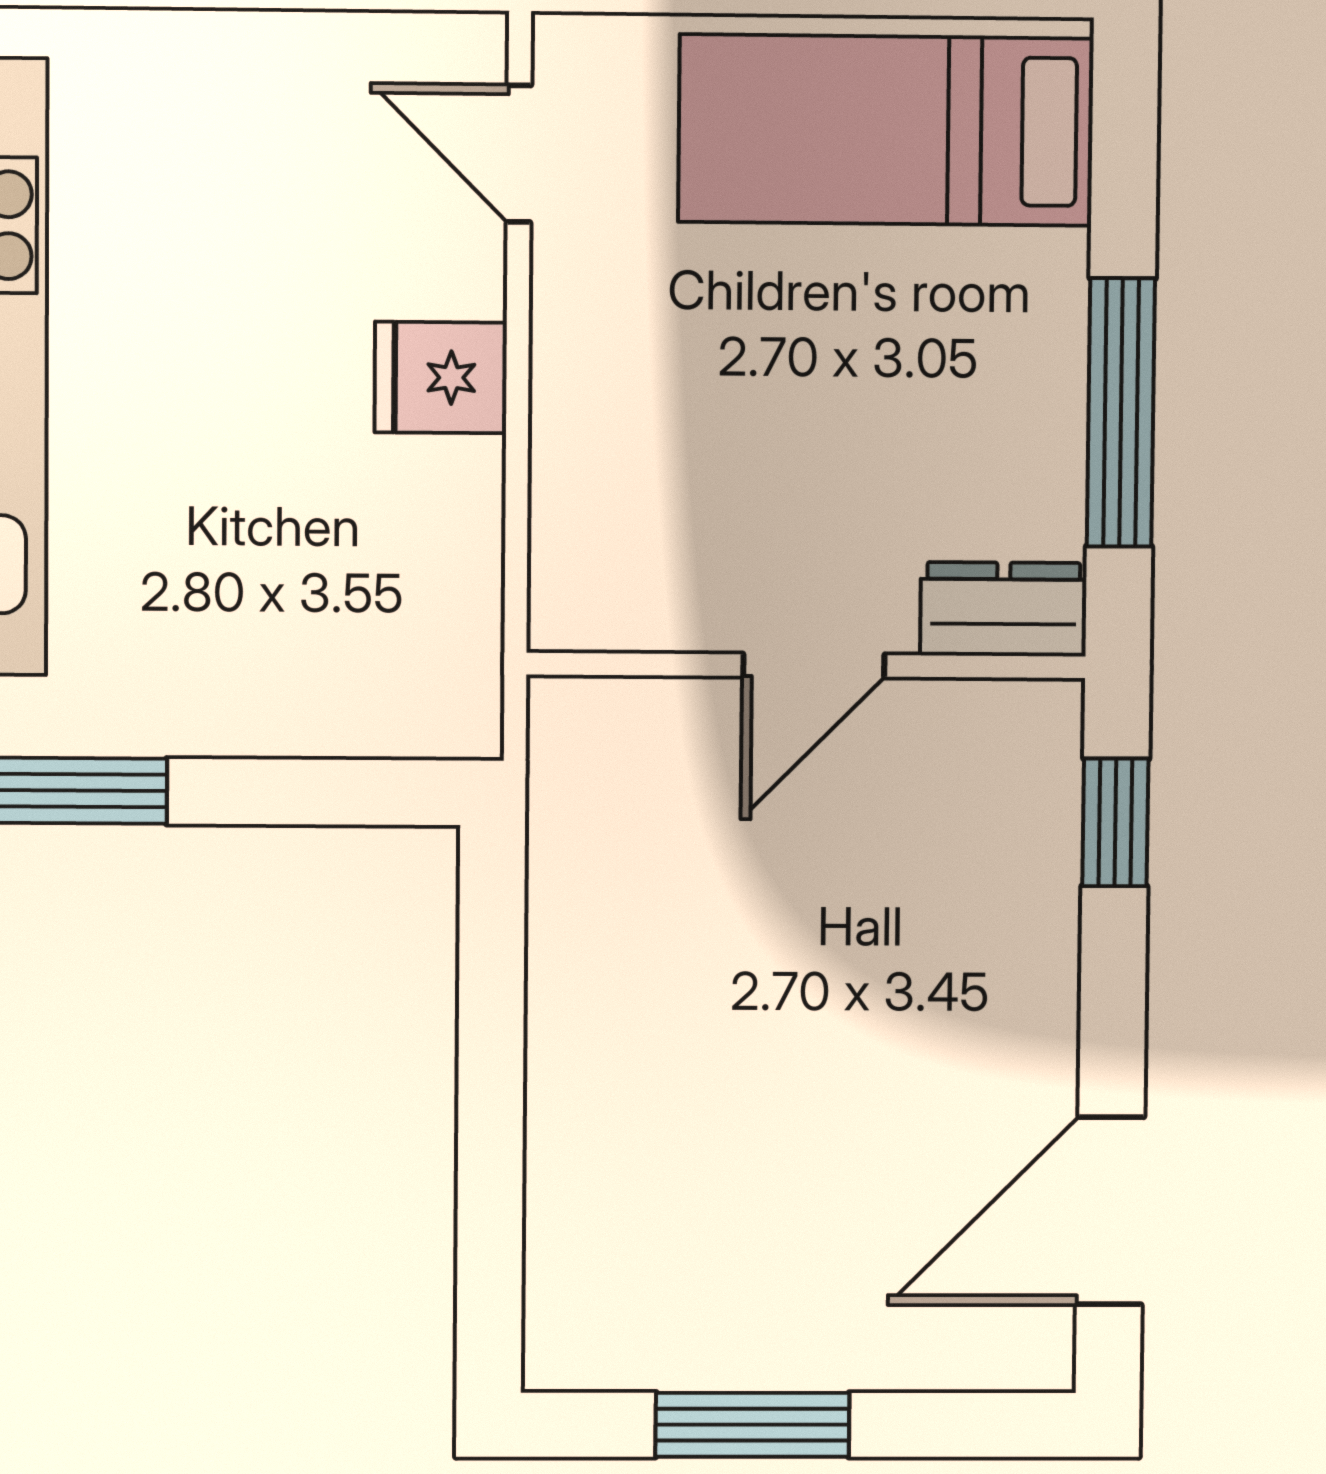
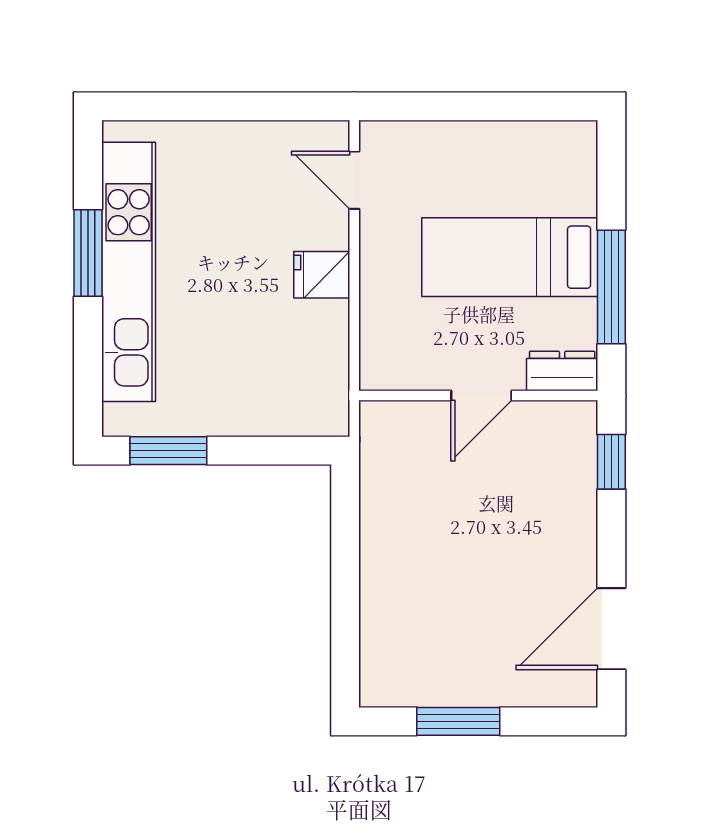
bed: (886, 130) -> (510, 257), moved

